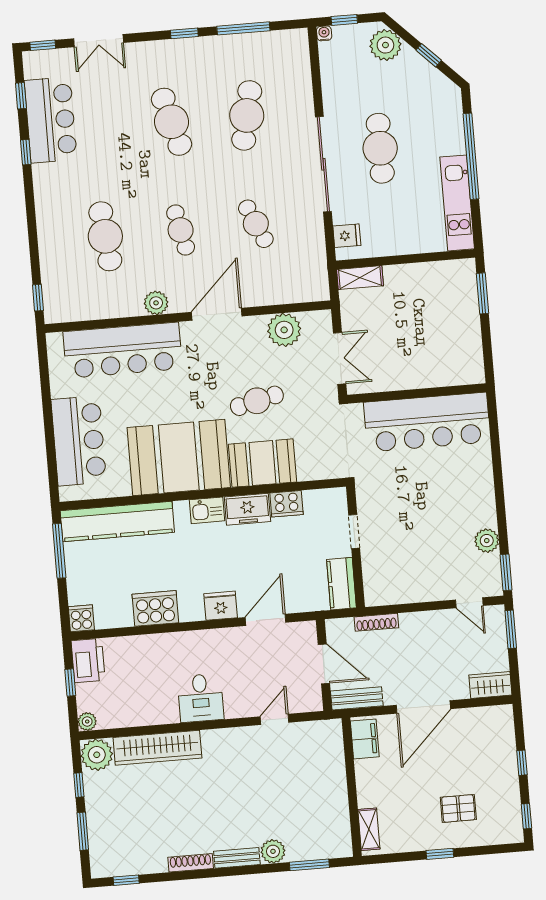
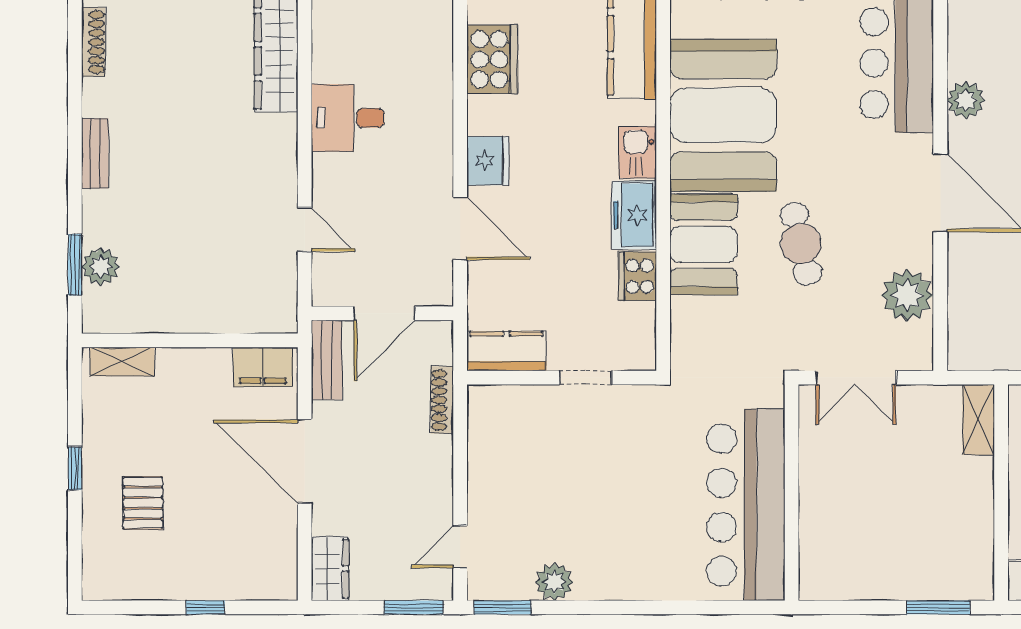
window: (526, 816) -> (122, 607), removed
plant: (273, 851) -> (100, 267), moved
shoe rack: (191, 863) -> (93, 42), moved

